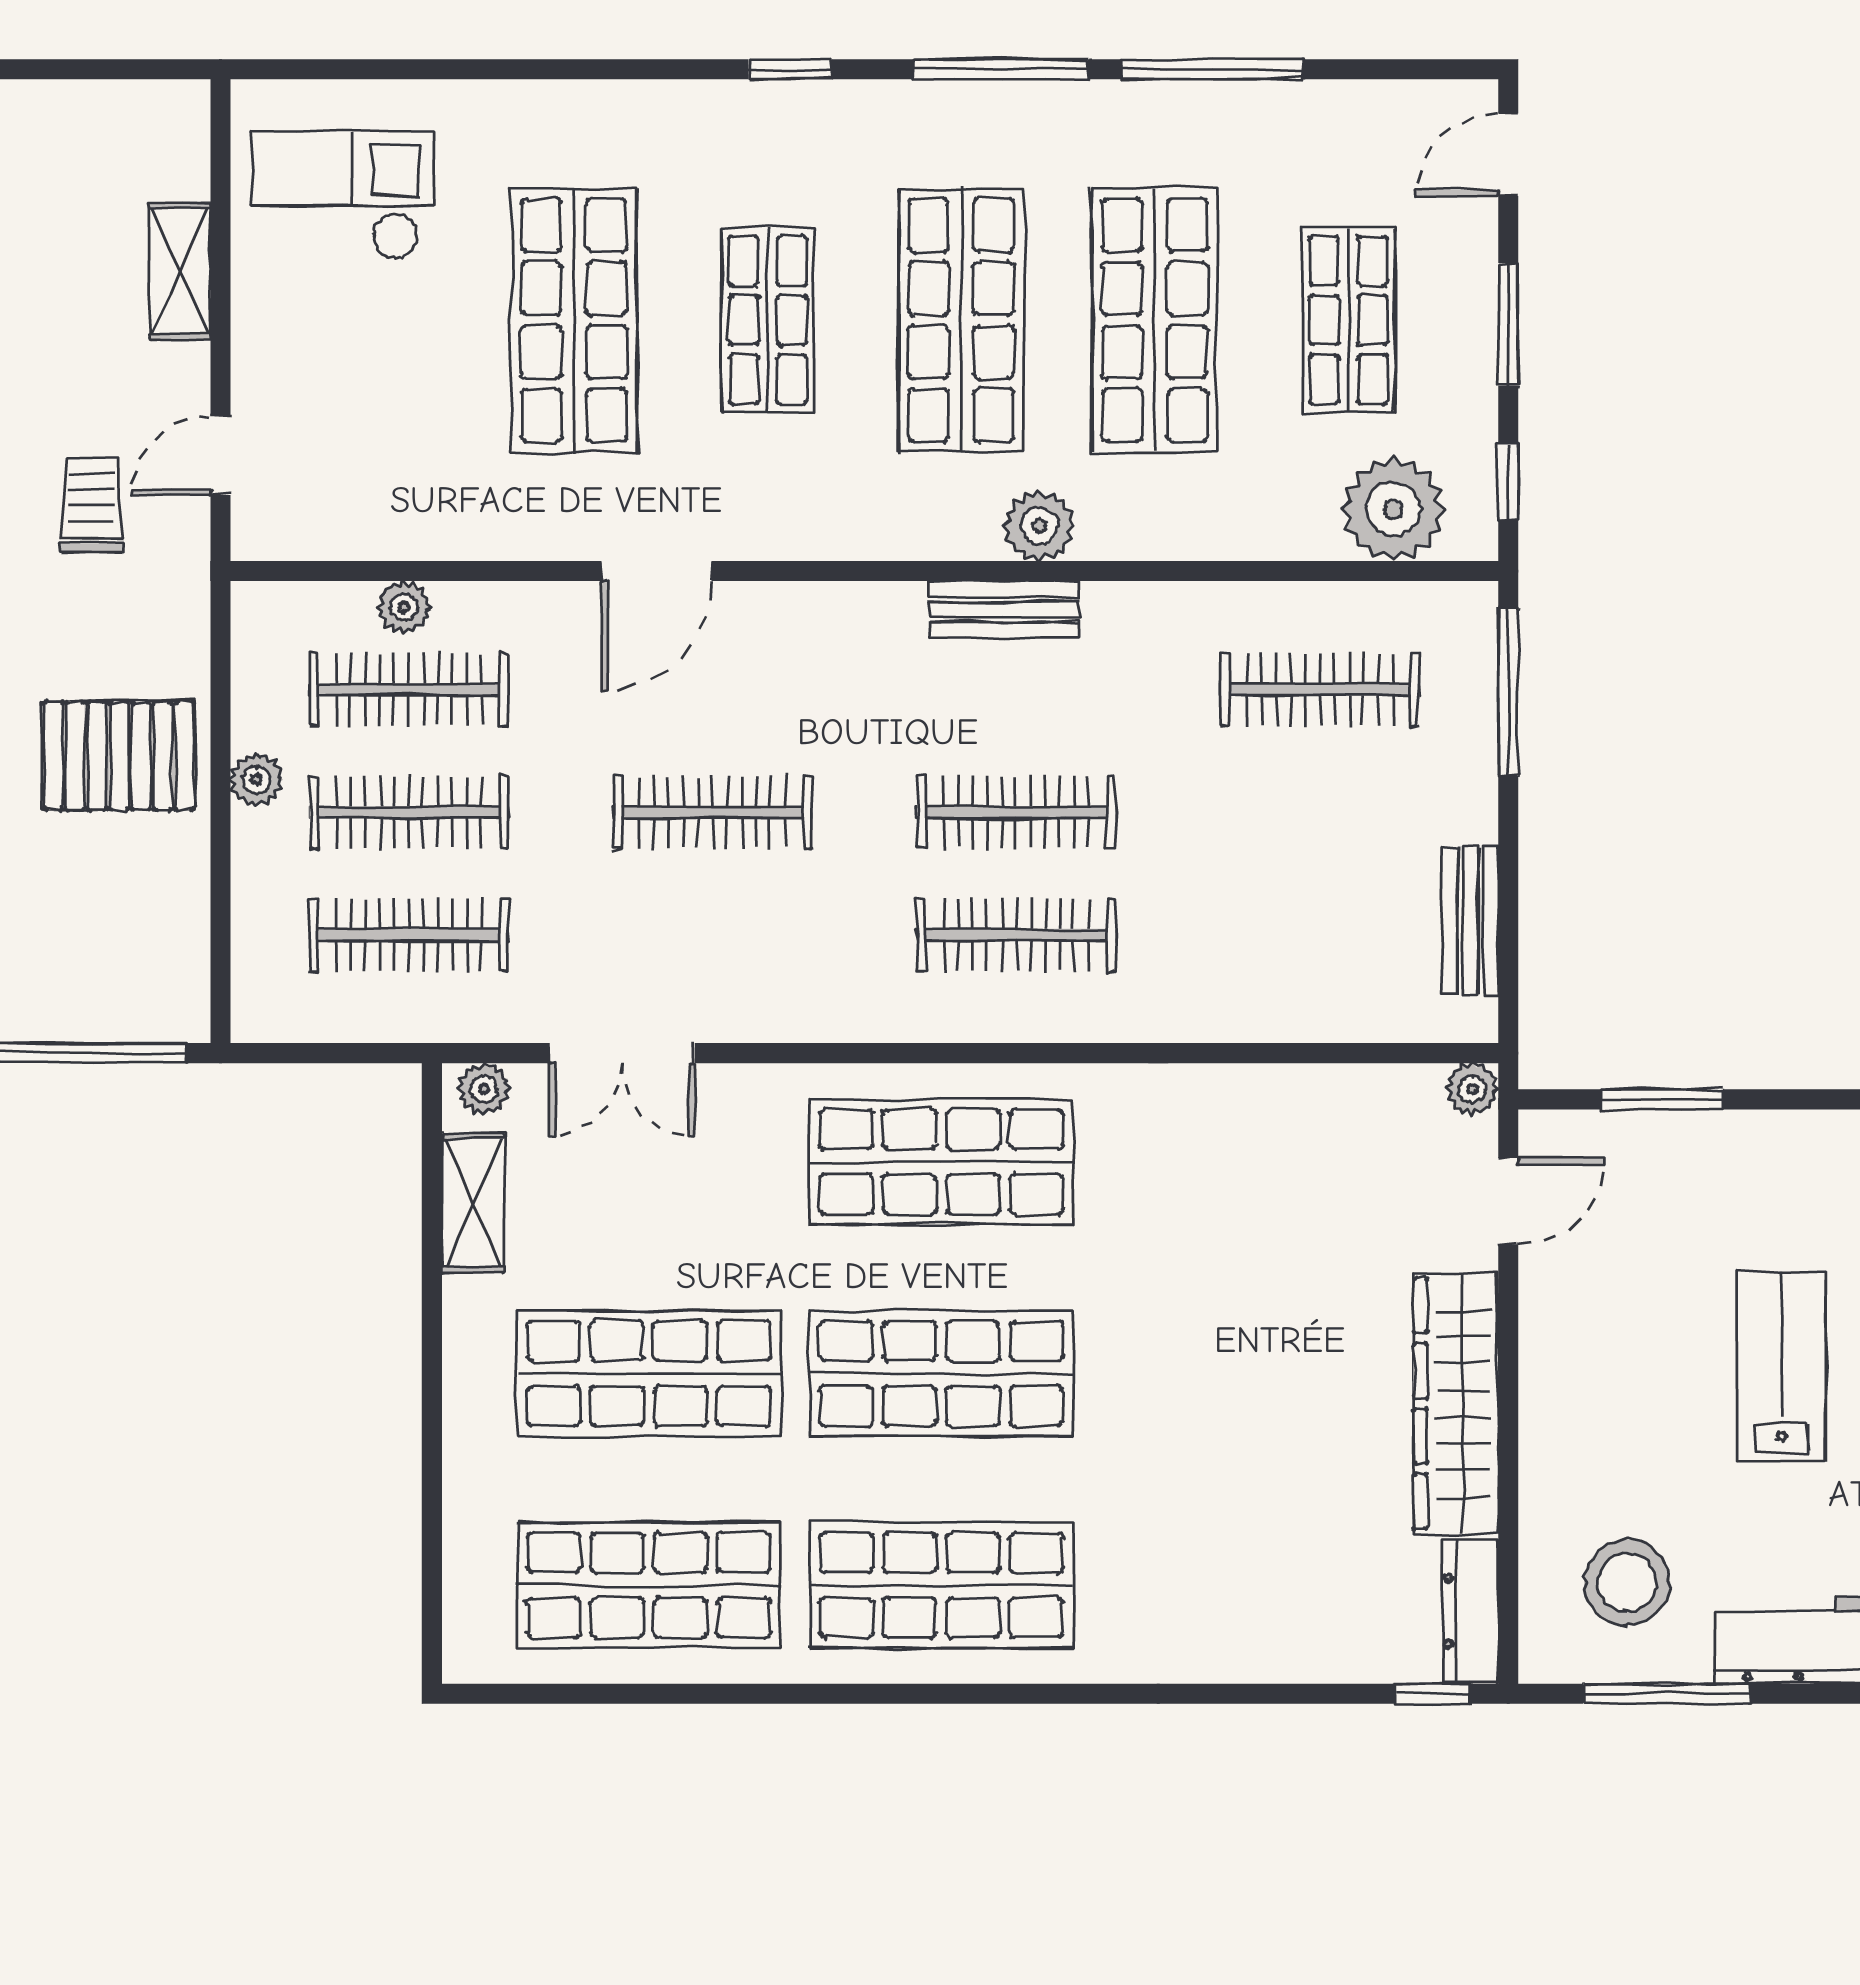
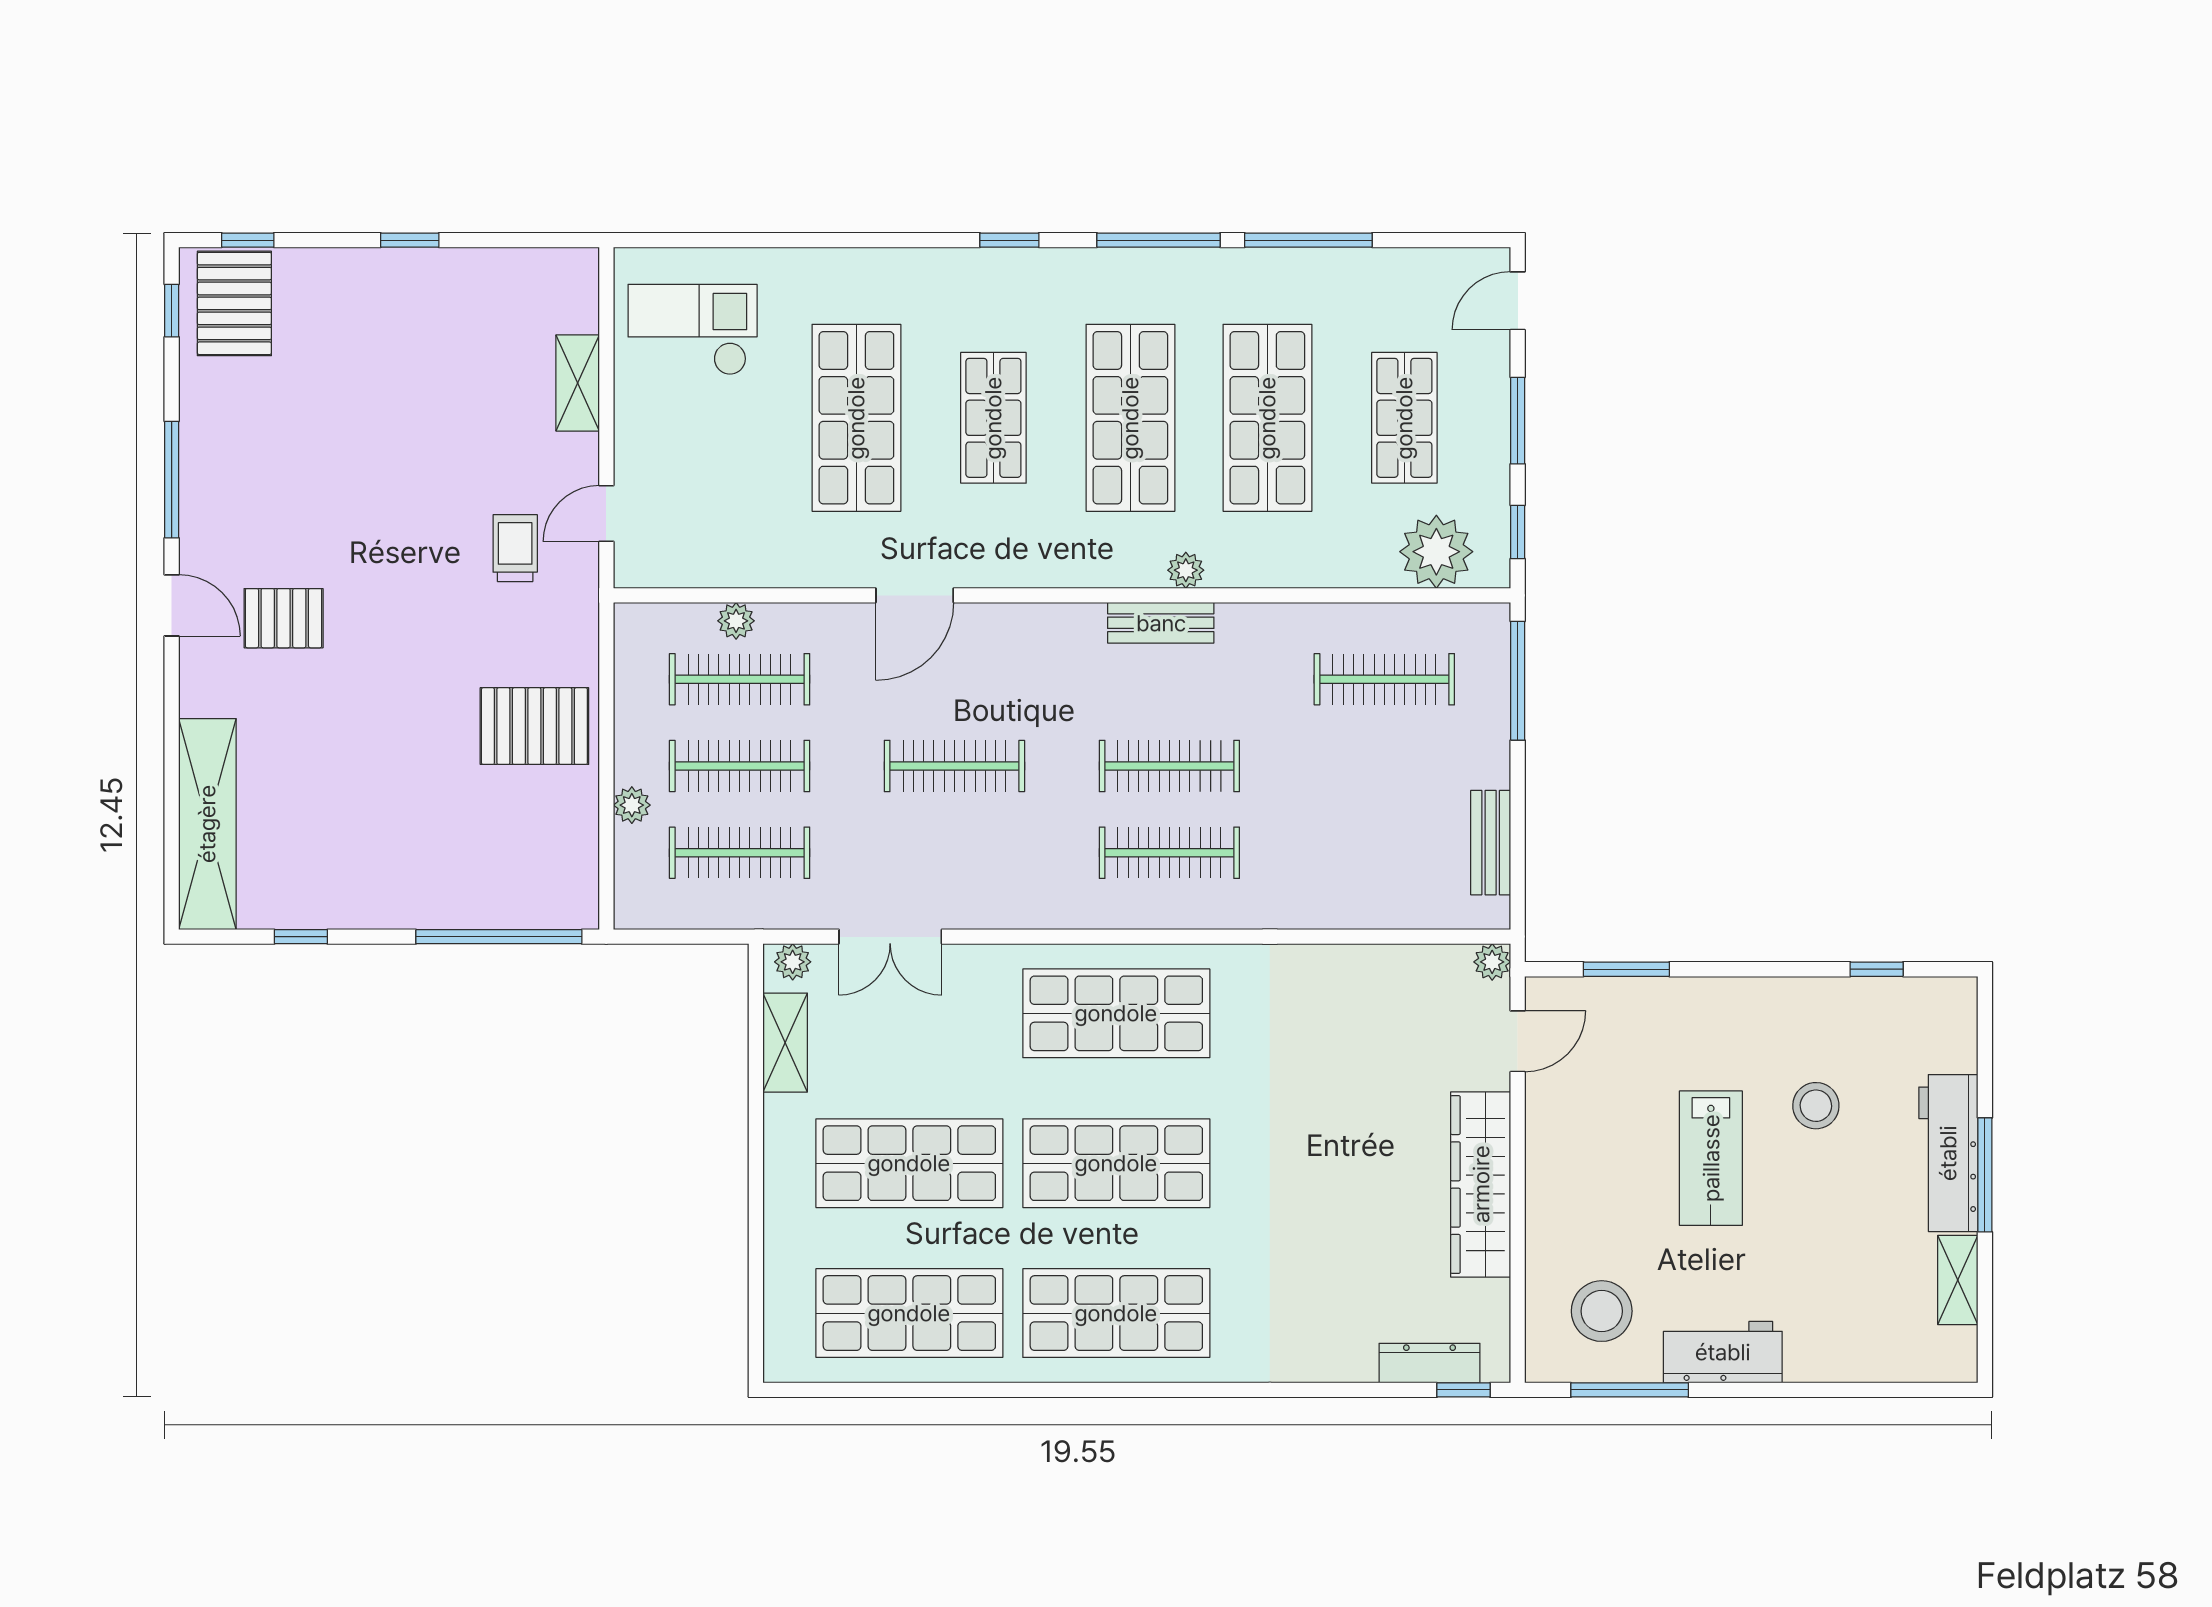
plant: (1039, 526) -> (1186, 570), width x0.73, depth x0.73
plant: (257, 780) -> (632, 805), moved
lab bench: (1781, 1366) -> (1711, 1158), turned 180
dresser: (1470, 1611) -> (1430, 1363), moved, turned 90

